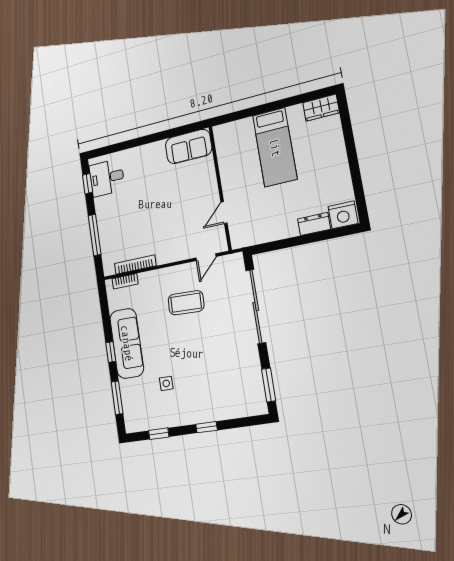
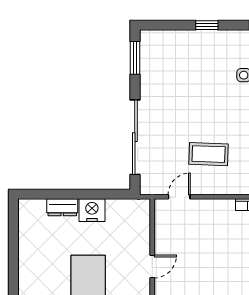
door: (224, 213) -> (152, 266), moved
nightstand: (343, 215) -> (92, 210), moved

